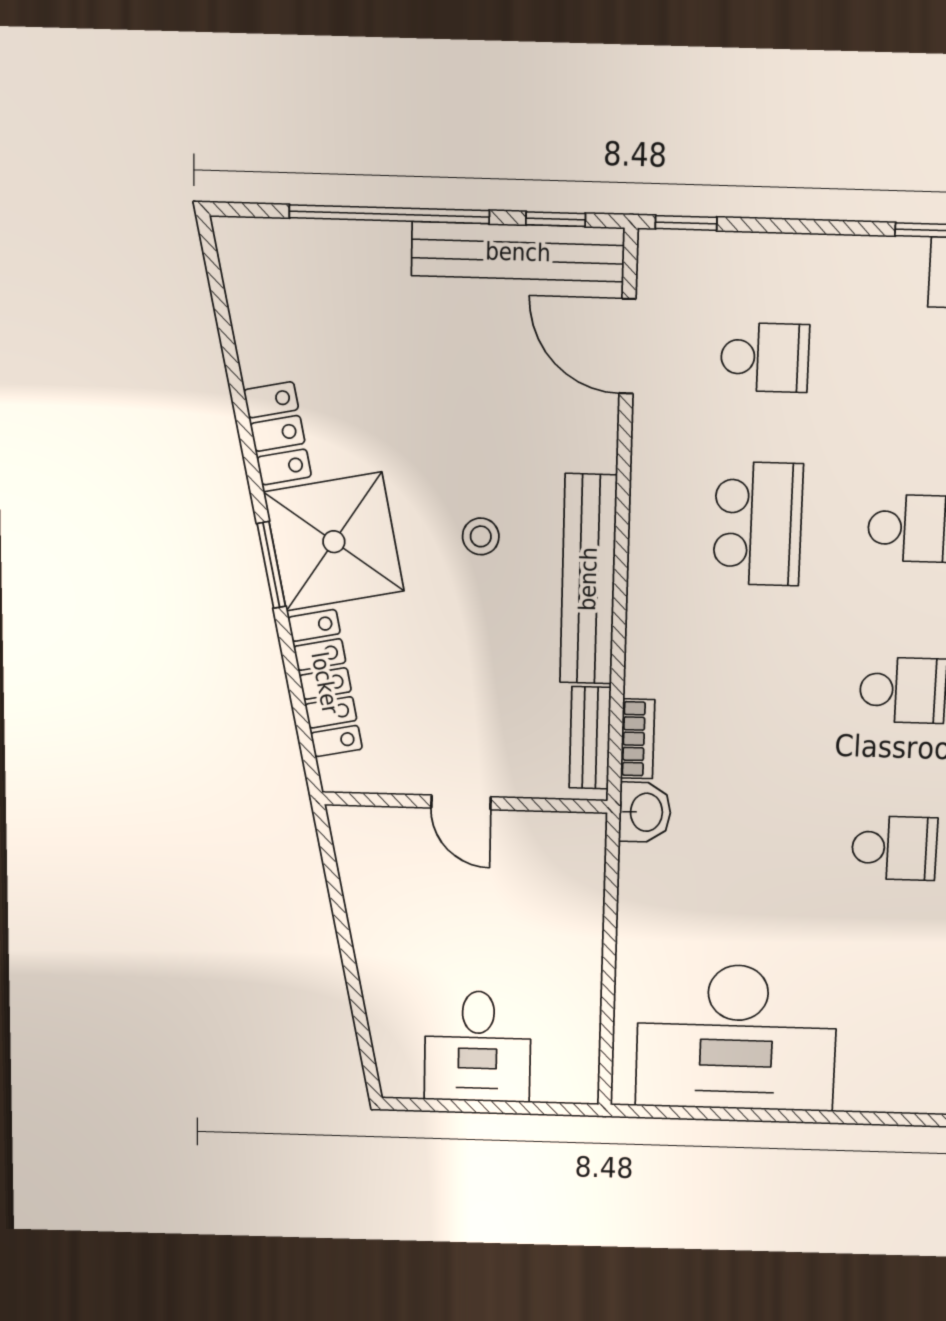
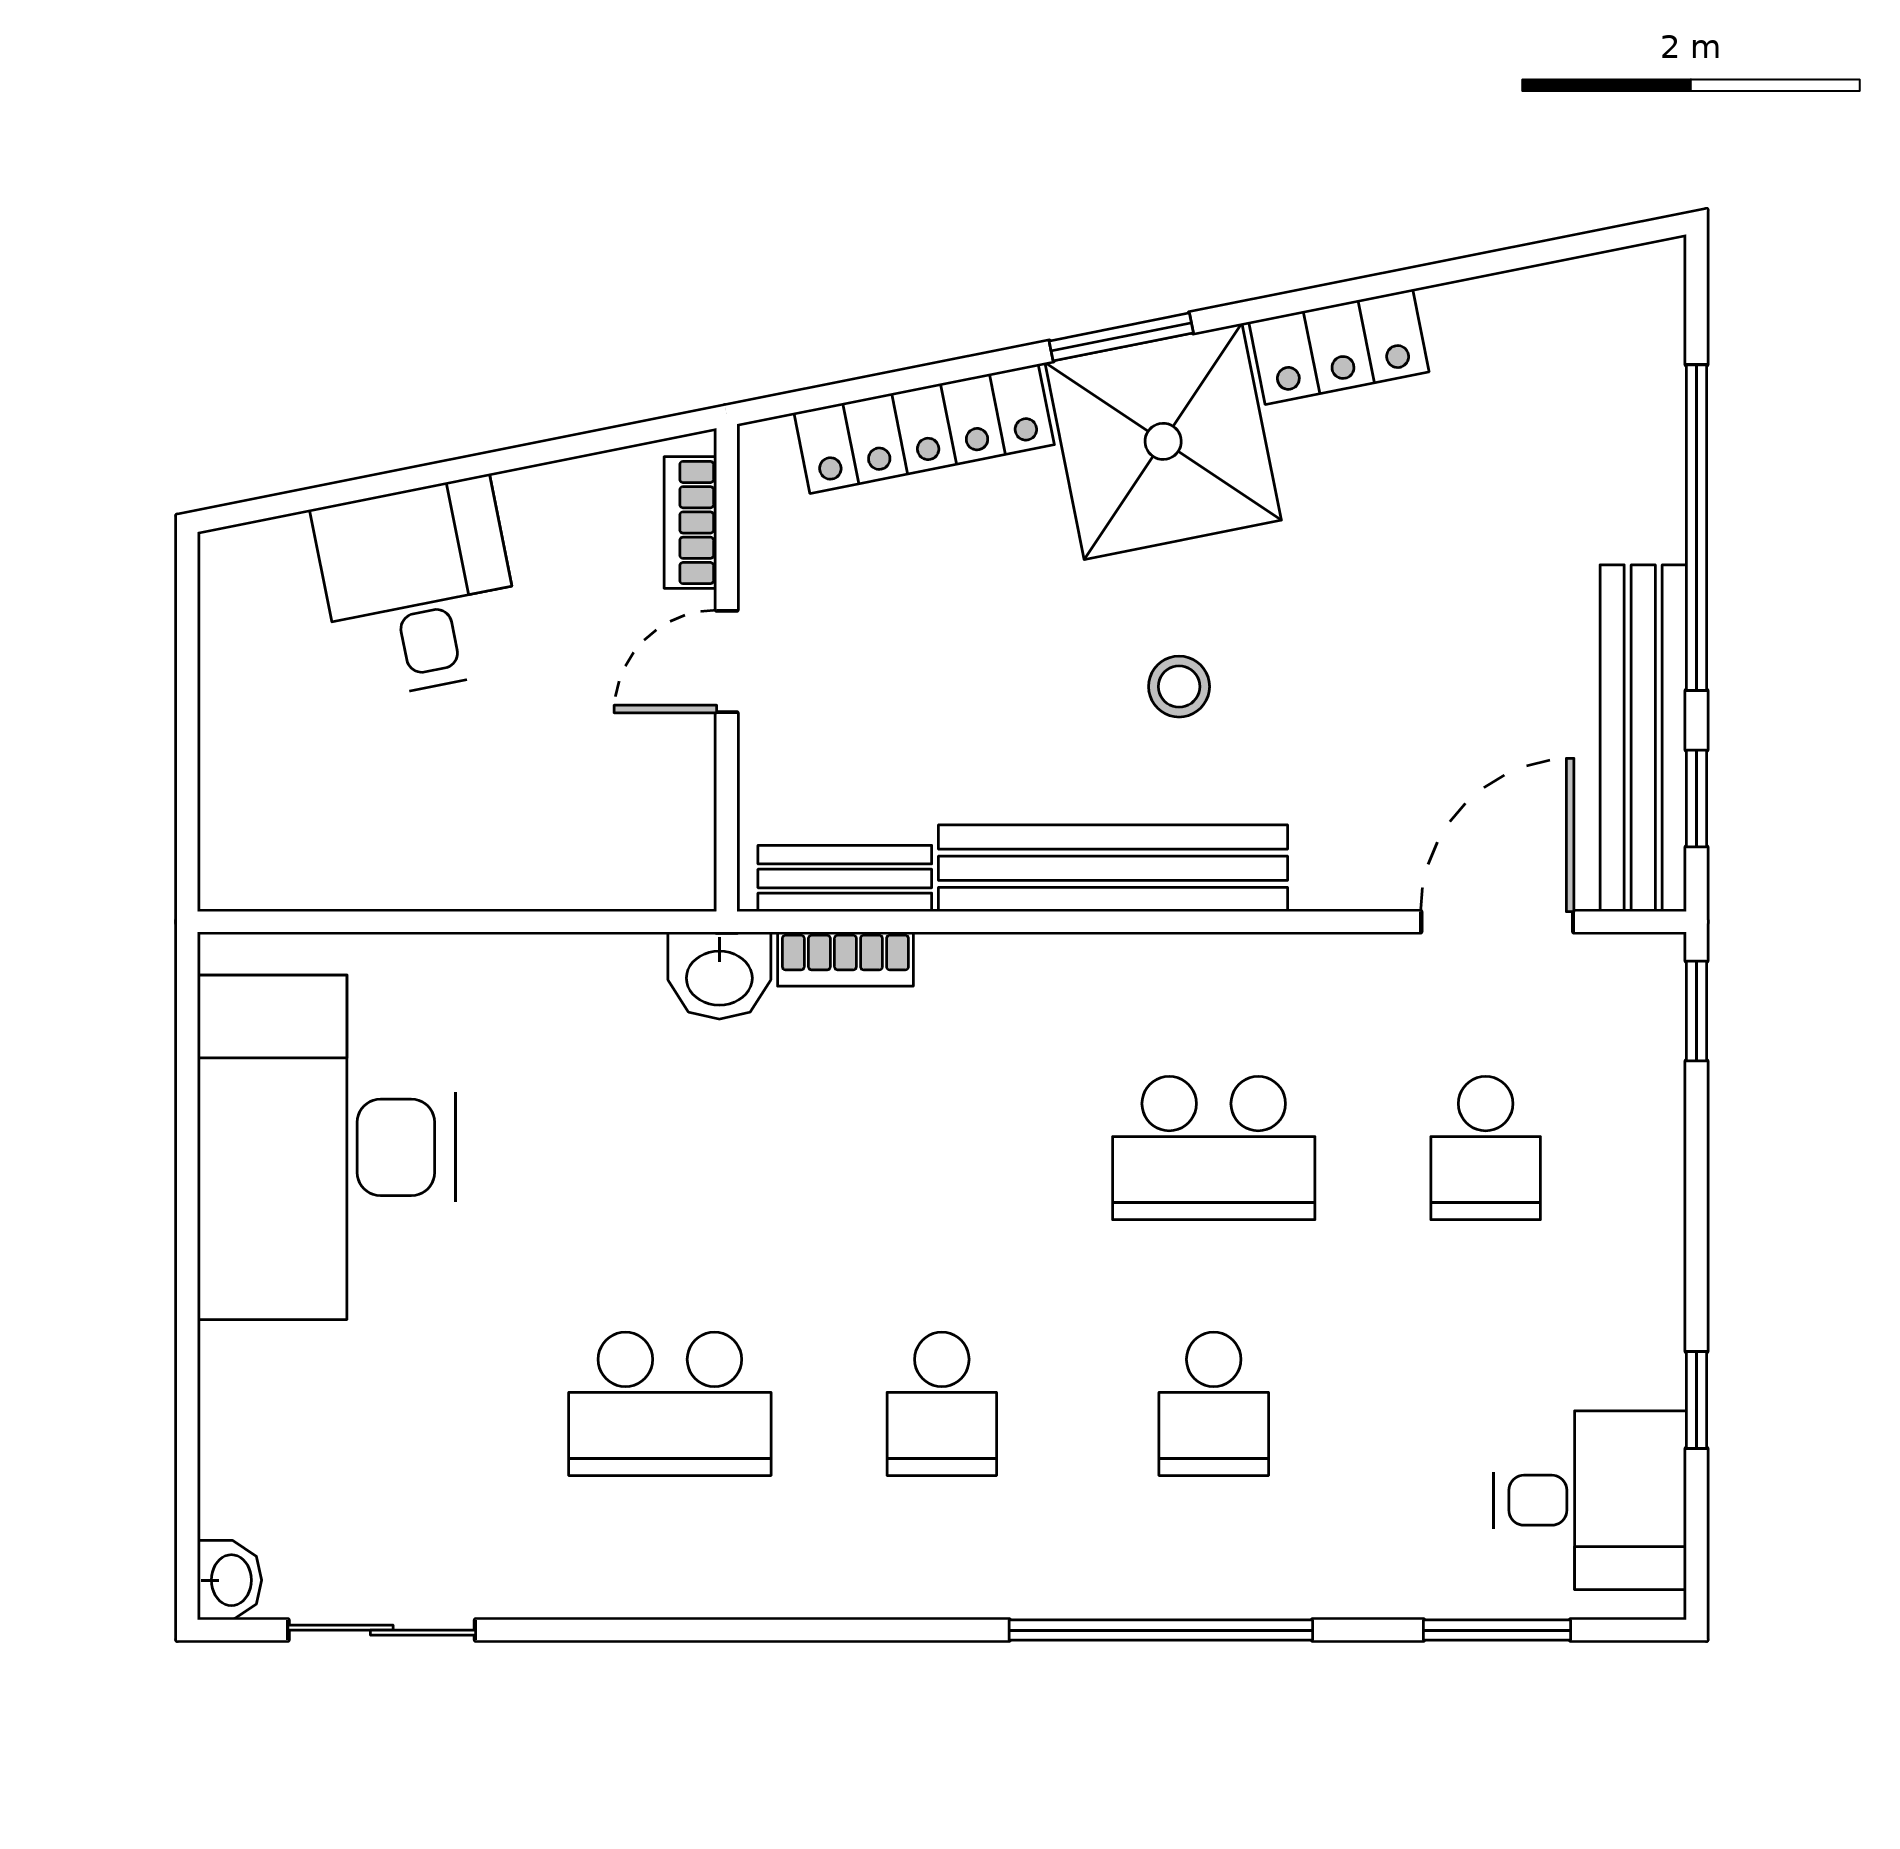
bookcase: (379, 821) -> (690, 522), added
school desk: (894, 848) -> (670, 1404), width x1.85
desk: (478, 1046) -> (419, 589), moved, turned 79

